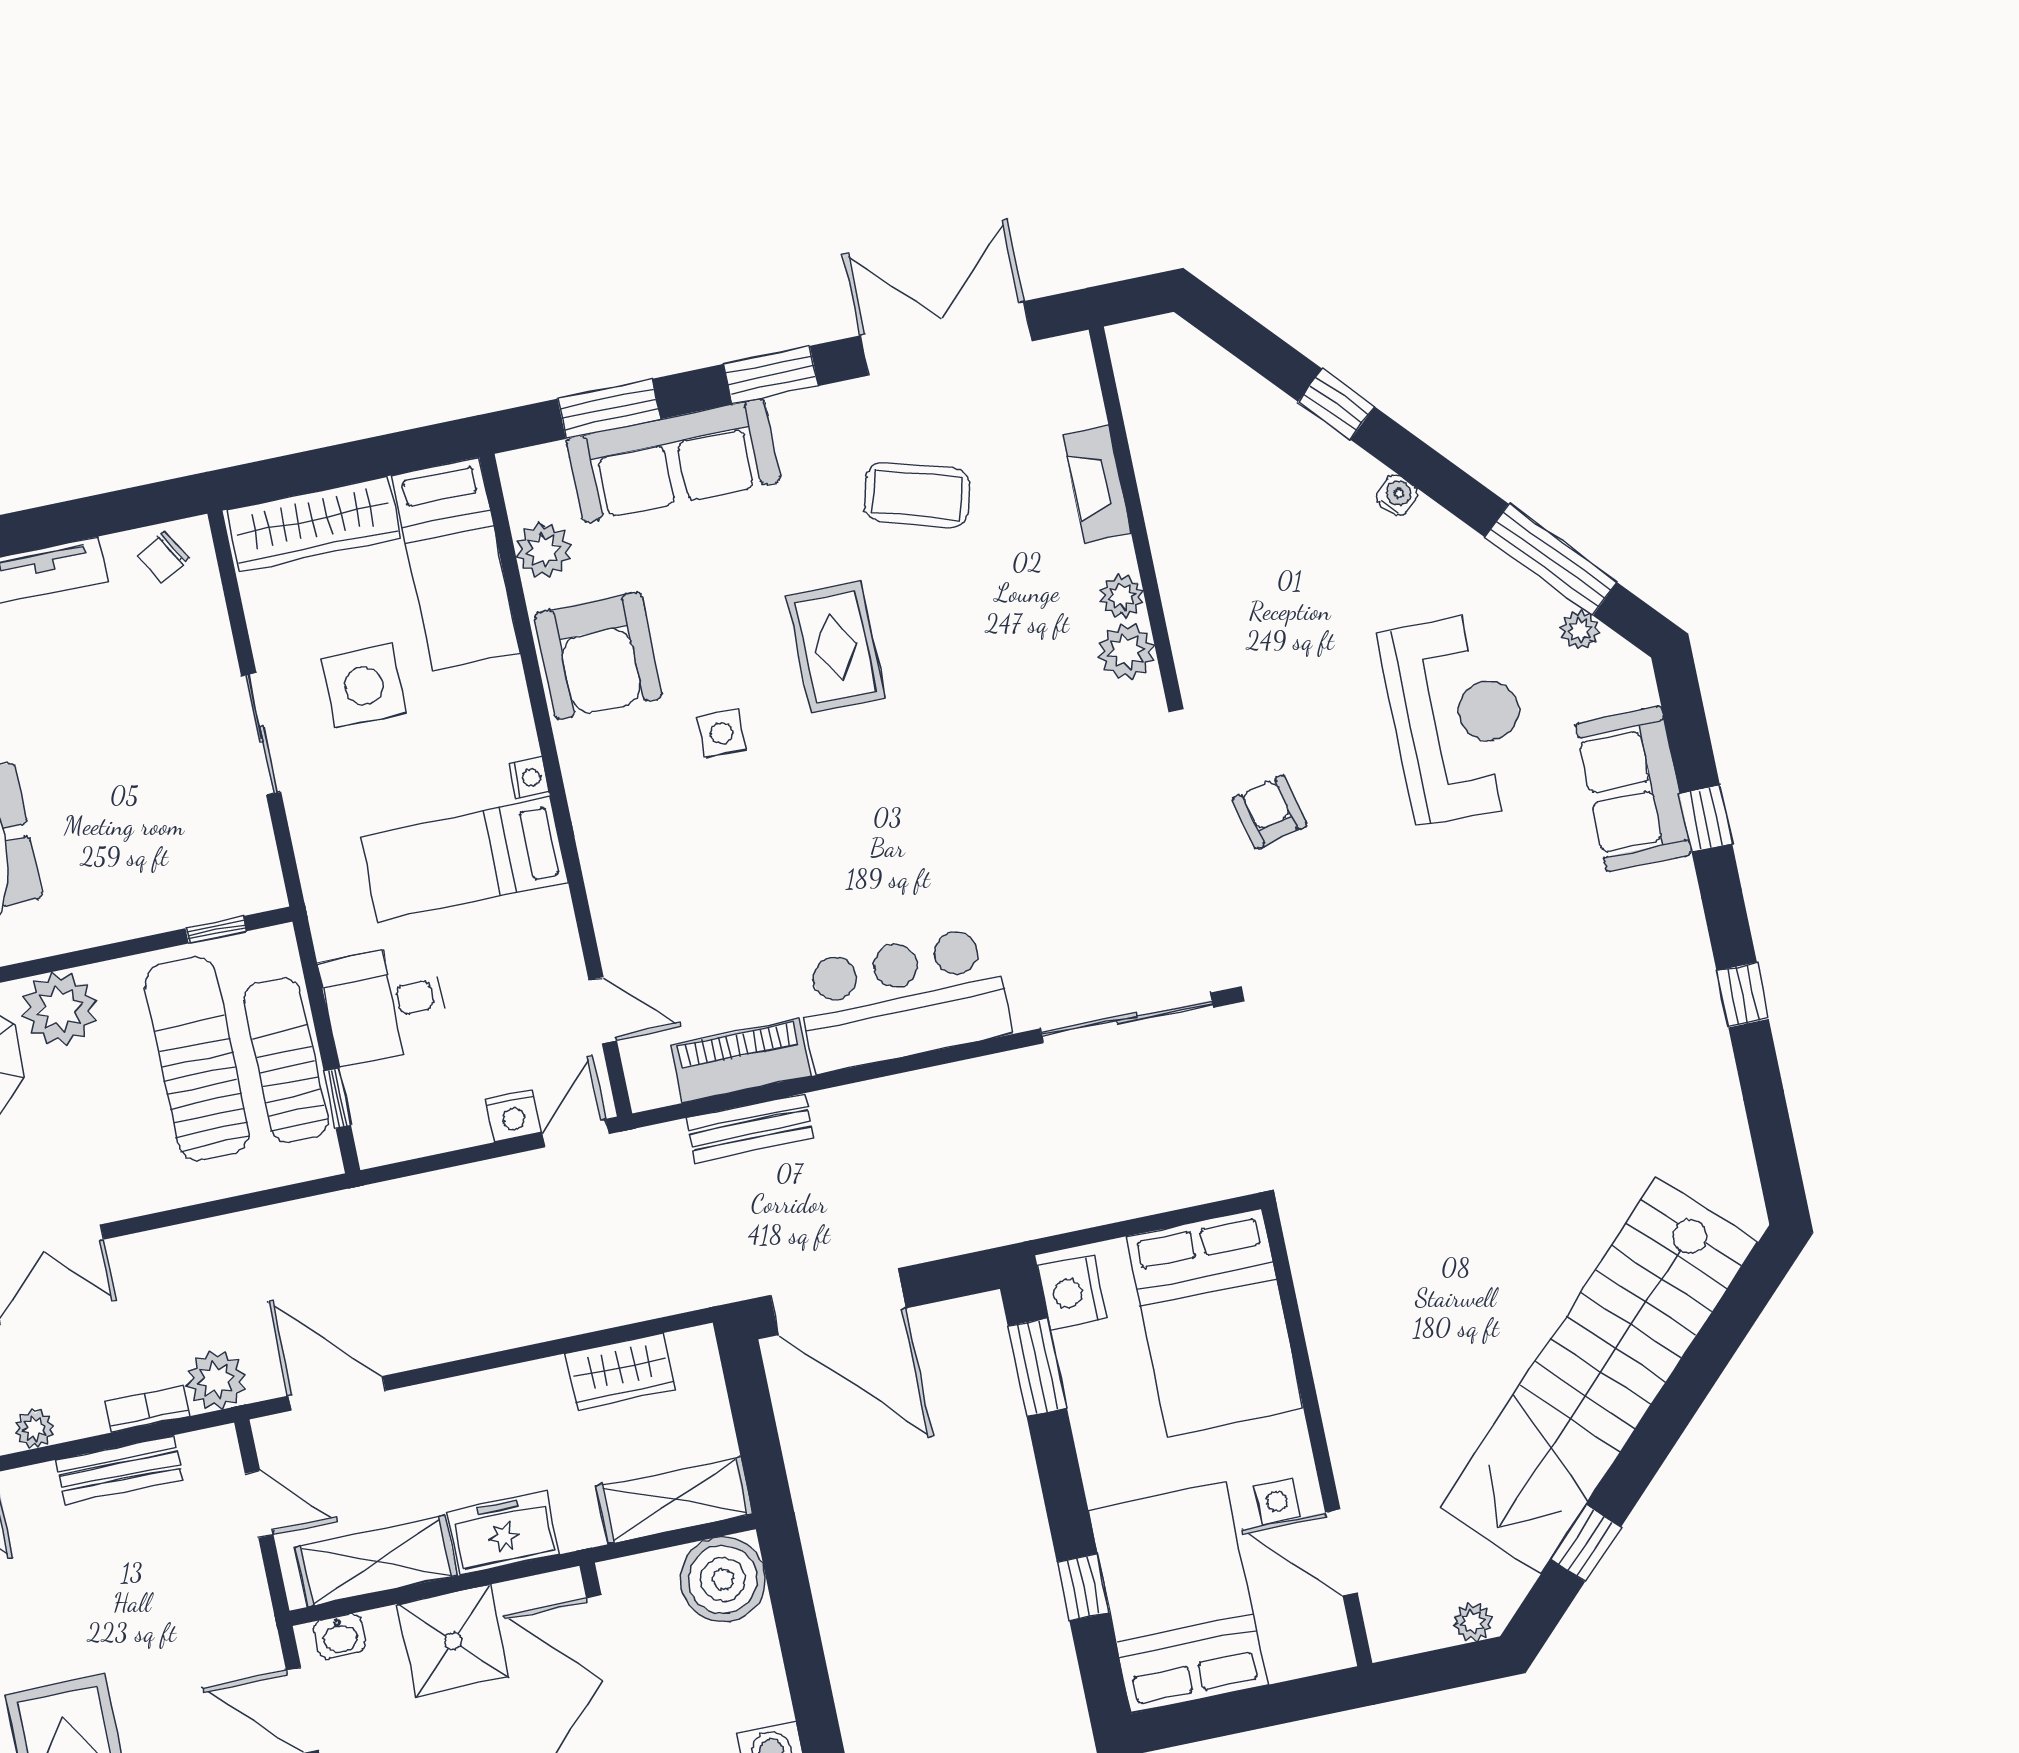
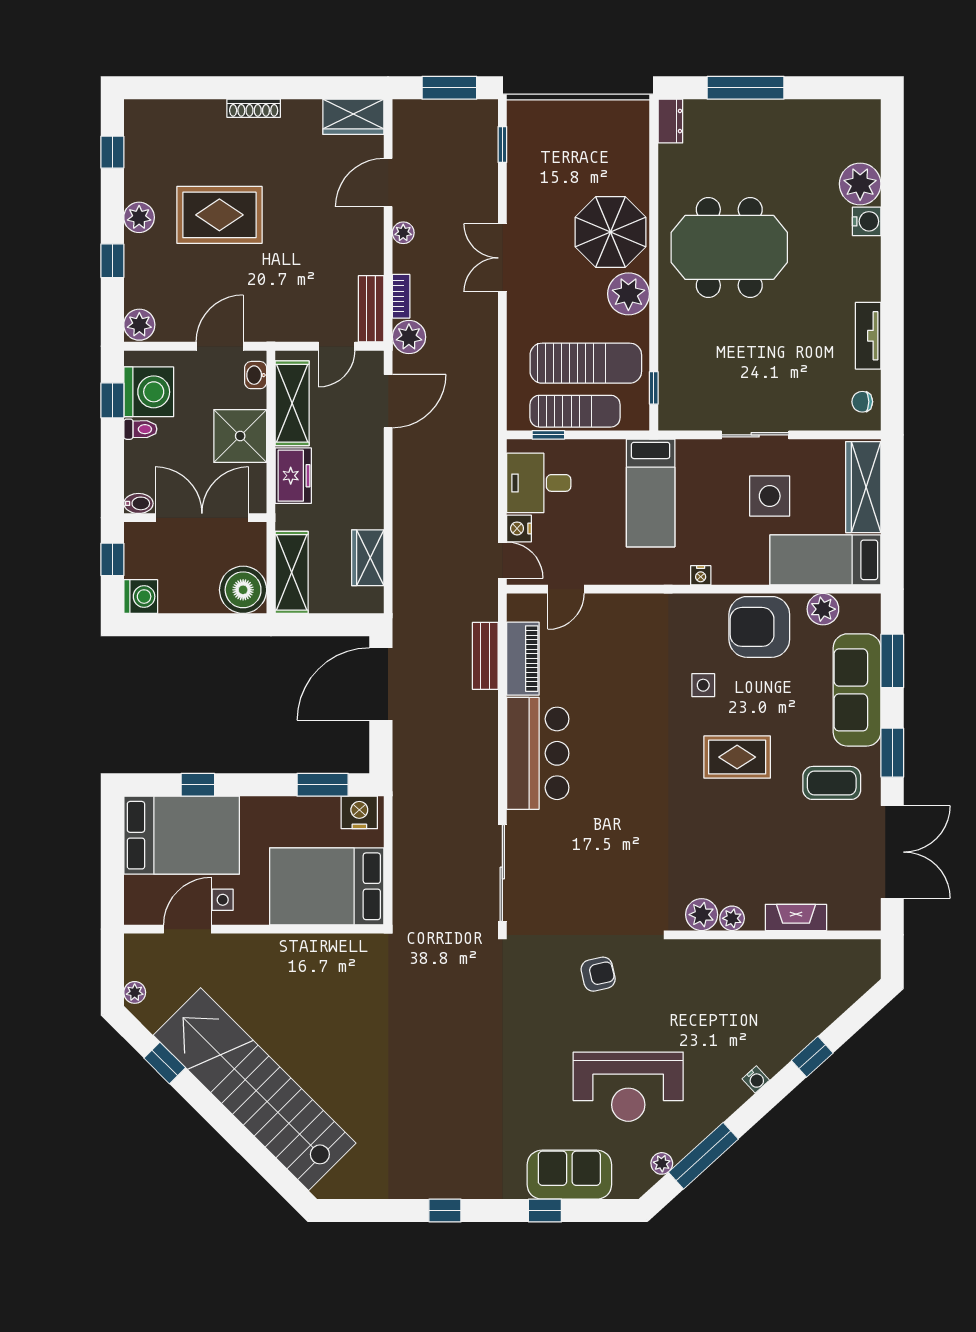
coffee table: (917, 495) -> (832, 783), moved, turned 73
chair: (163, 557) -> (862, 402), turned -59
bed: (464, 859) -> (651, 493), moved, turned 180
desk: (385, 1004) -> (539, 483), moved, turned -90
bench: (120, 1470) -> (371, 309), moved

